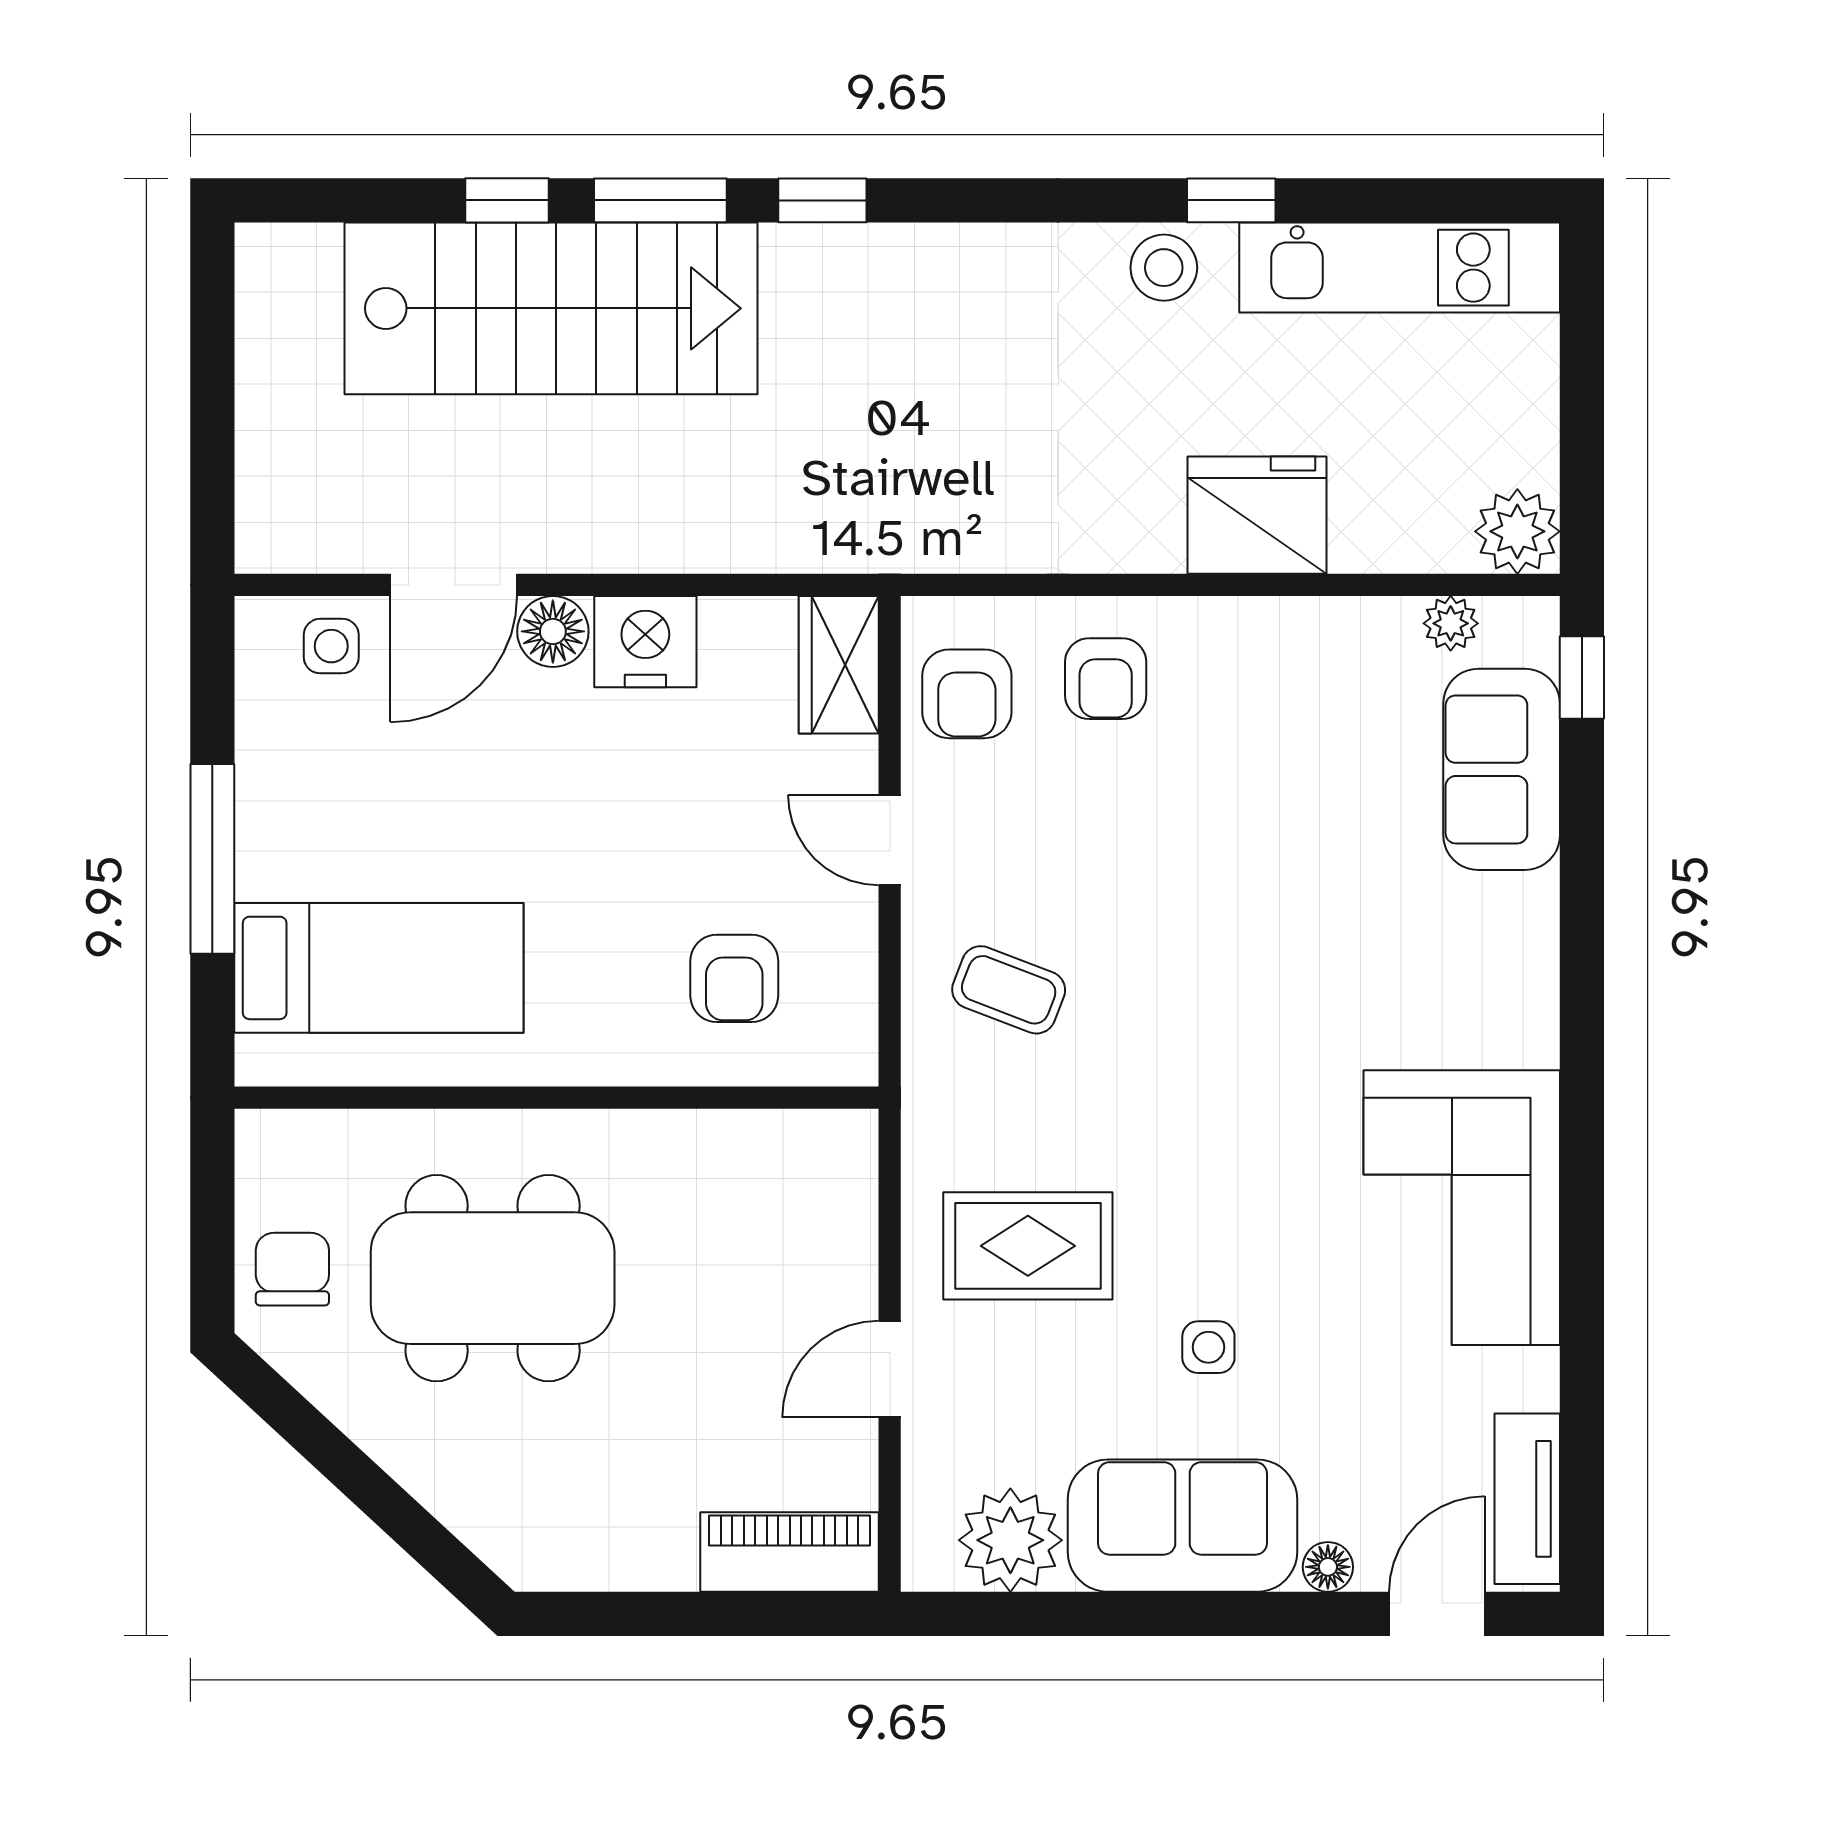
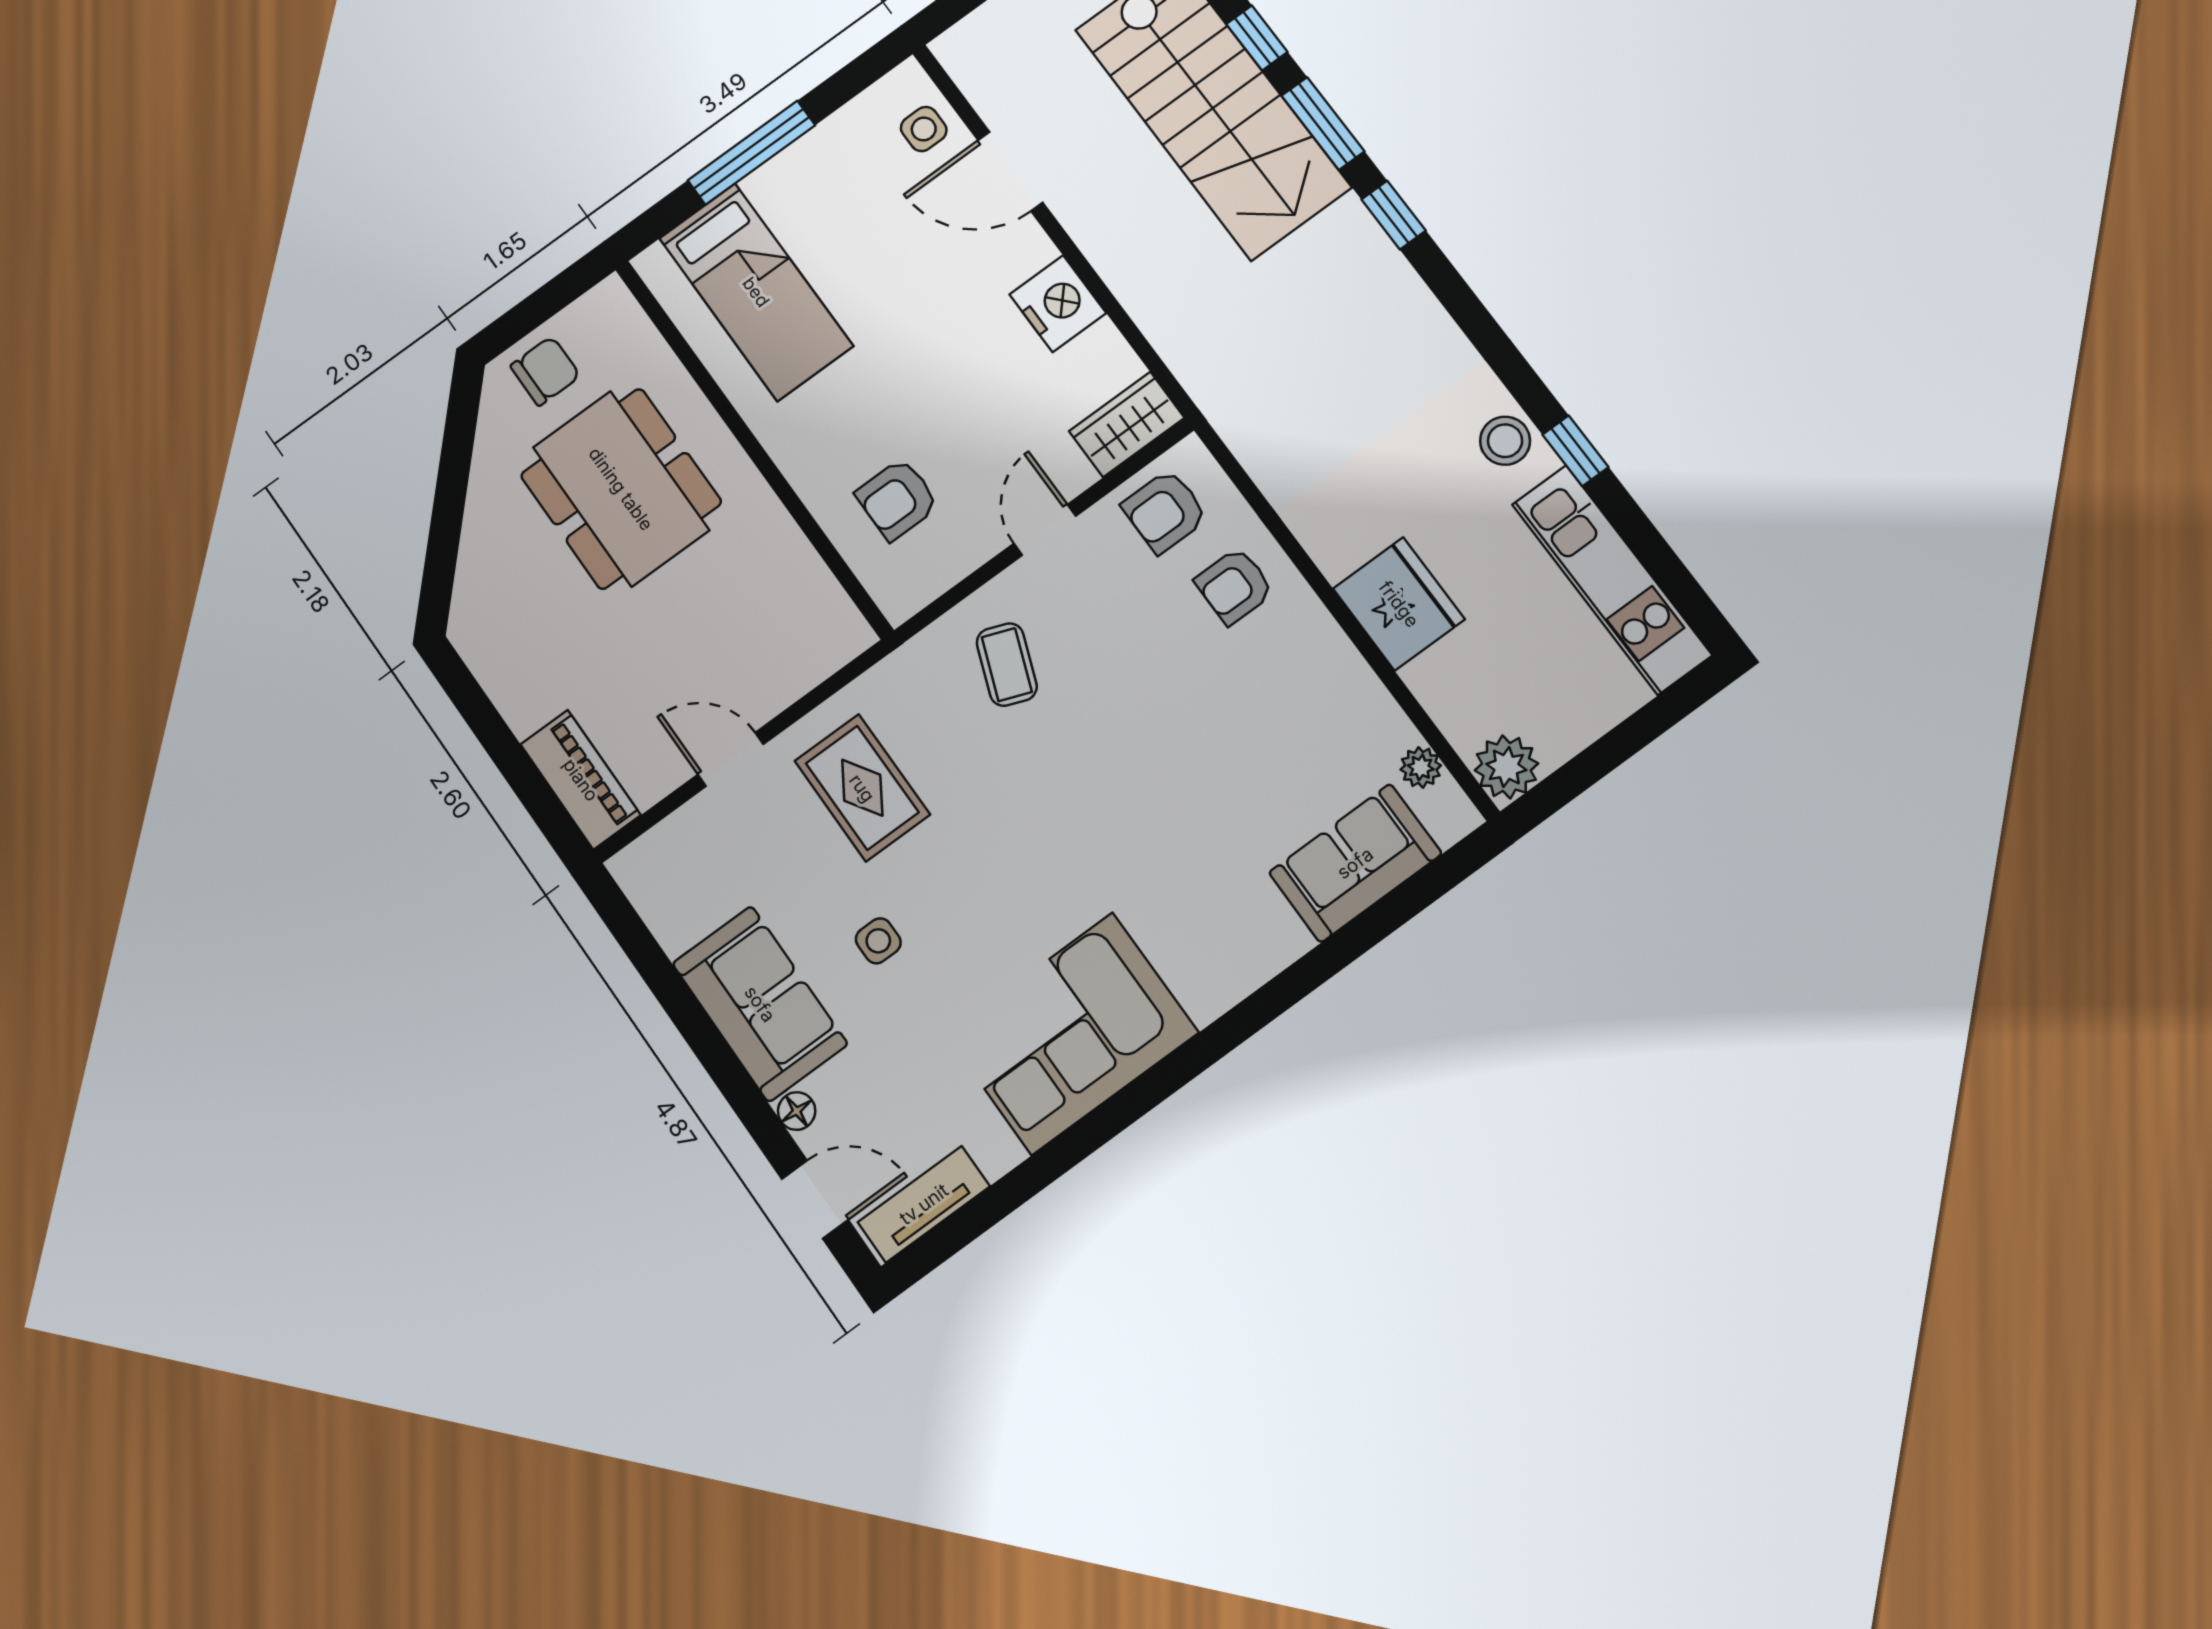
floor lamp: (553, 631) -> (1025, 247), removed
window: (1582, 677) -> (1447, 871), removed
plant: (1010, 1540) -> (679, 906), removed

